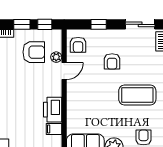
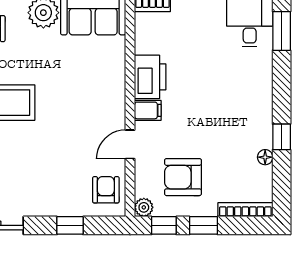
plant: (56, 57) -> (144, 207), moved
armchair: (112, 61) -> (47, 161), removed
filing cabinet: (54, 129) -> (148, 110), moved

